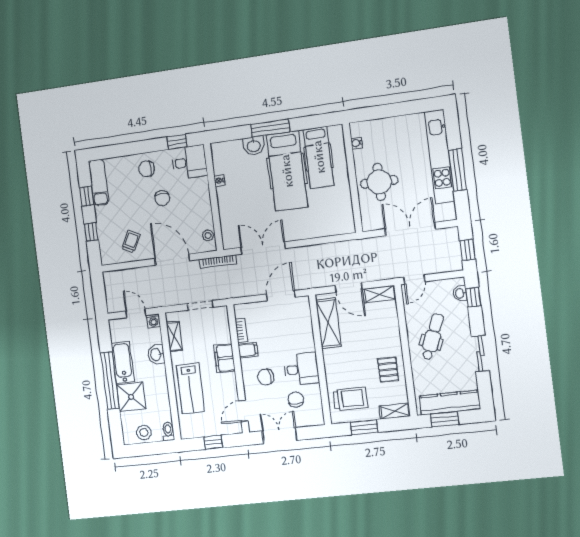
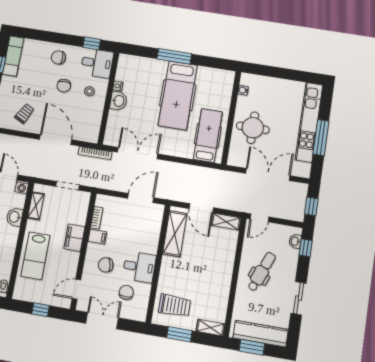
washbasin: (254, 146) -> (118, 101), moved, turned -90
hospital bed: (319, 157) -> (208, 136), moved, turned 180
stool: (208, 236) -> (89, 91), moved
pallet: (388, 370) -> (215, 289), removed

